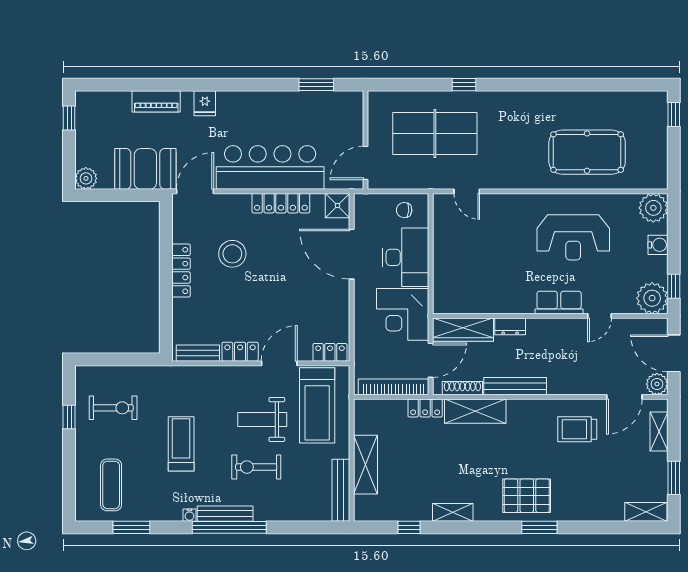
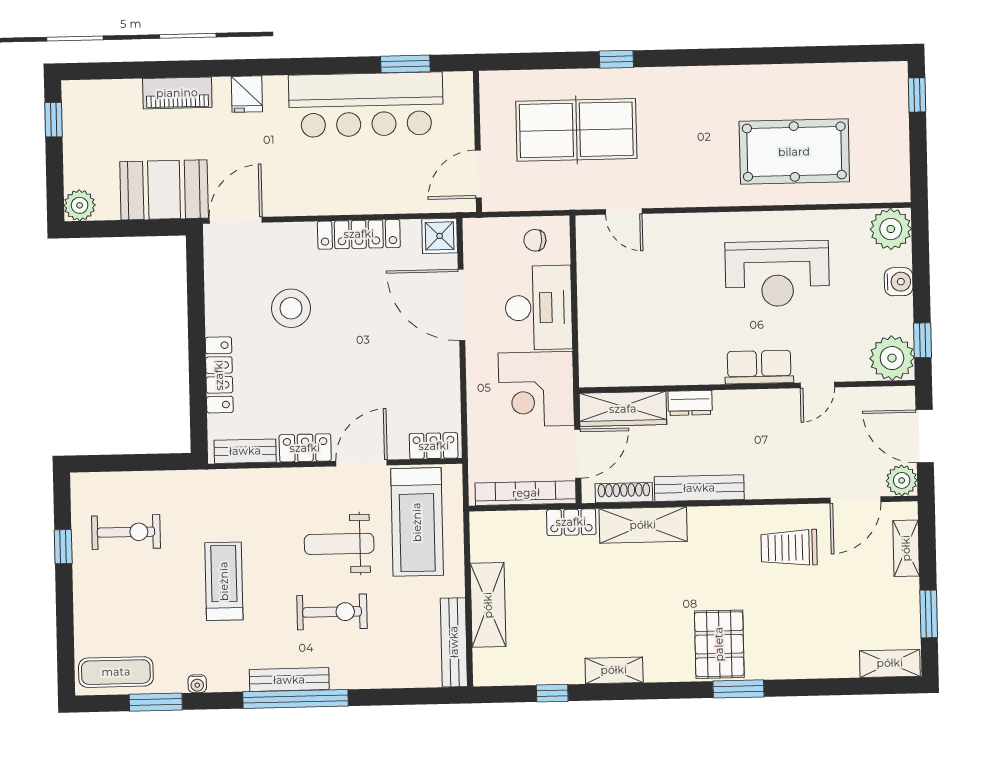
bar counter: (270, 167) -> (366, 105), moved, turned 180
locker: (181, 271) -> (219, 375), moved
exercise bike: (256, 467) -> (332, 612), turned 180
exercise mat: (111, 485) -> (116, 672), moved, turned 90
pallet: (527, 496) -> (719, 644), turned 90
water cooler: (190, 515) -> (197, 684), moved

